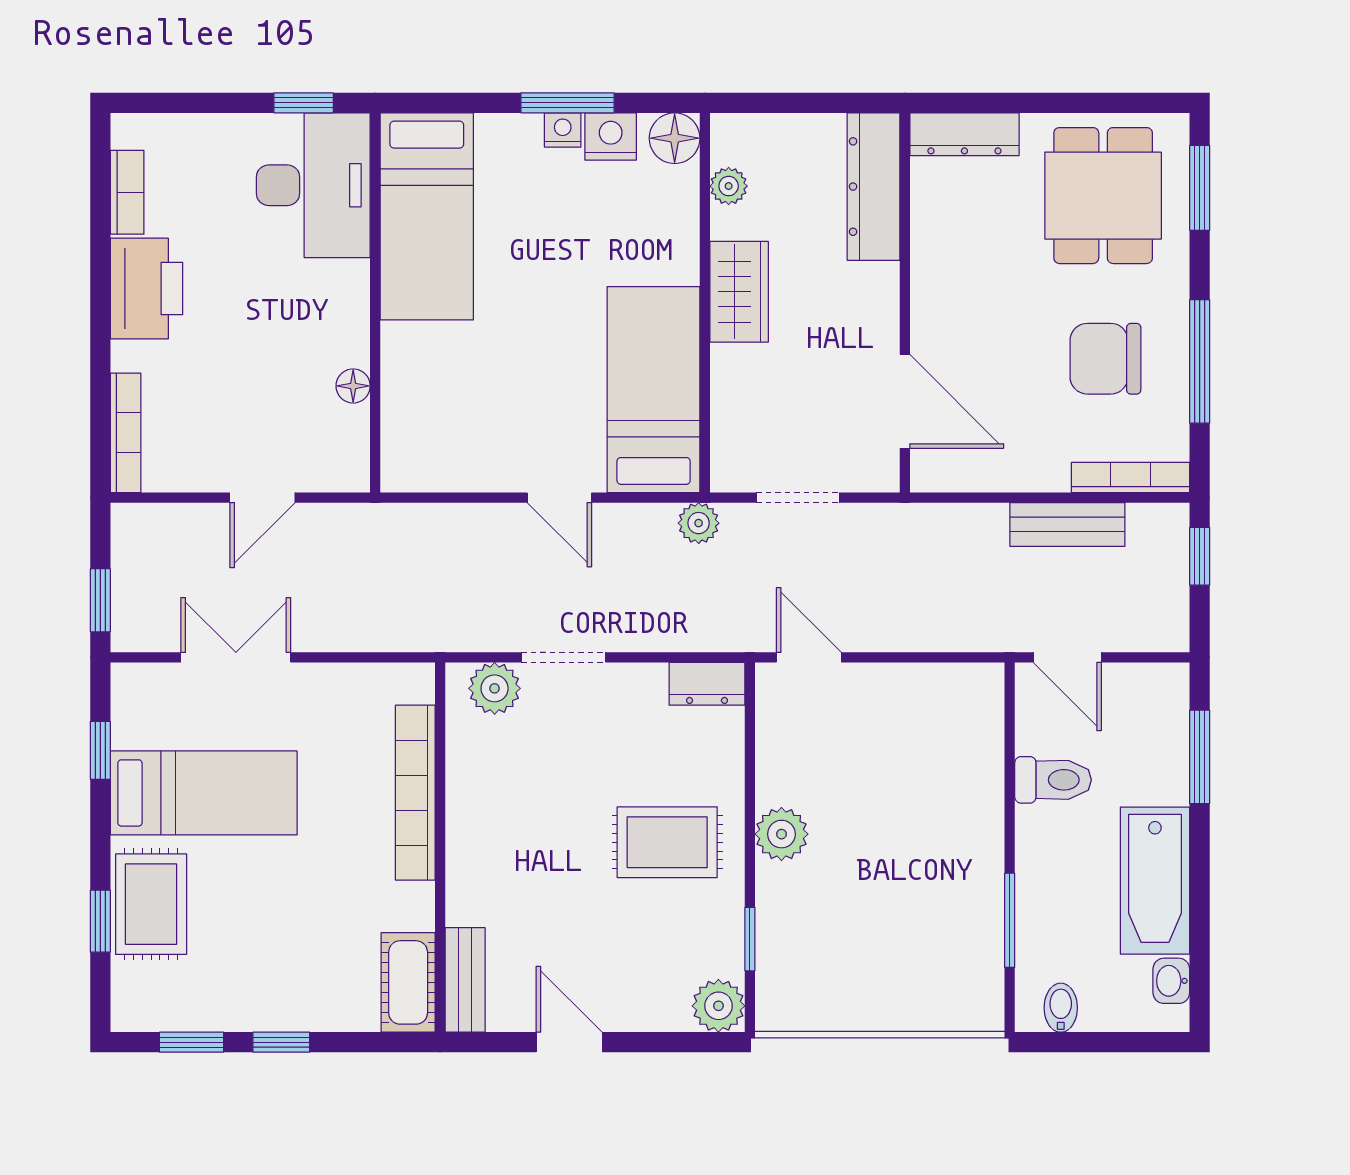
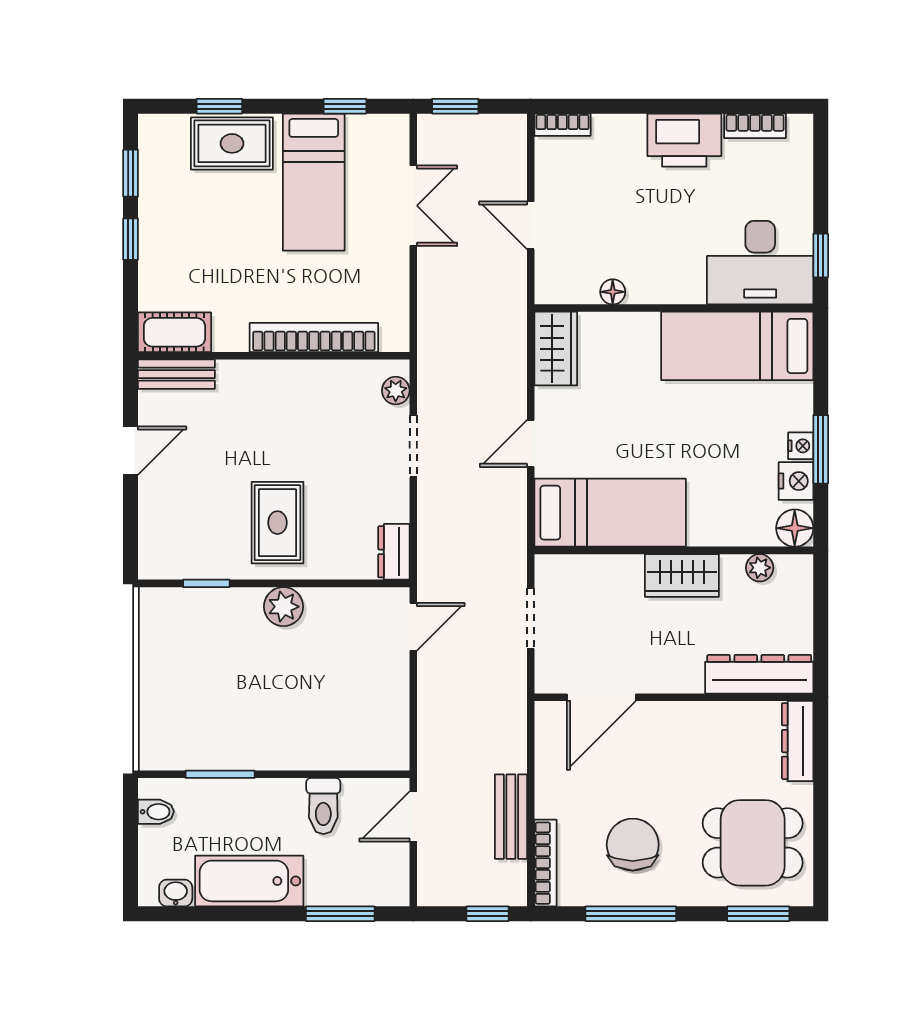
bookcase: (126, 433) -> (562, 125), width x0.64
wardrobe: (430, 463) -> (556, 349), added
plant: (699, 523) -> (512, 546), removed
plant: (495, 688) -> (396, 391), width x0.73, depth x0.73
plant: (718, 1006) -> (157, 560), removed

